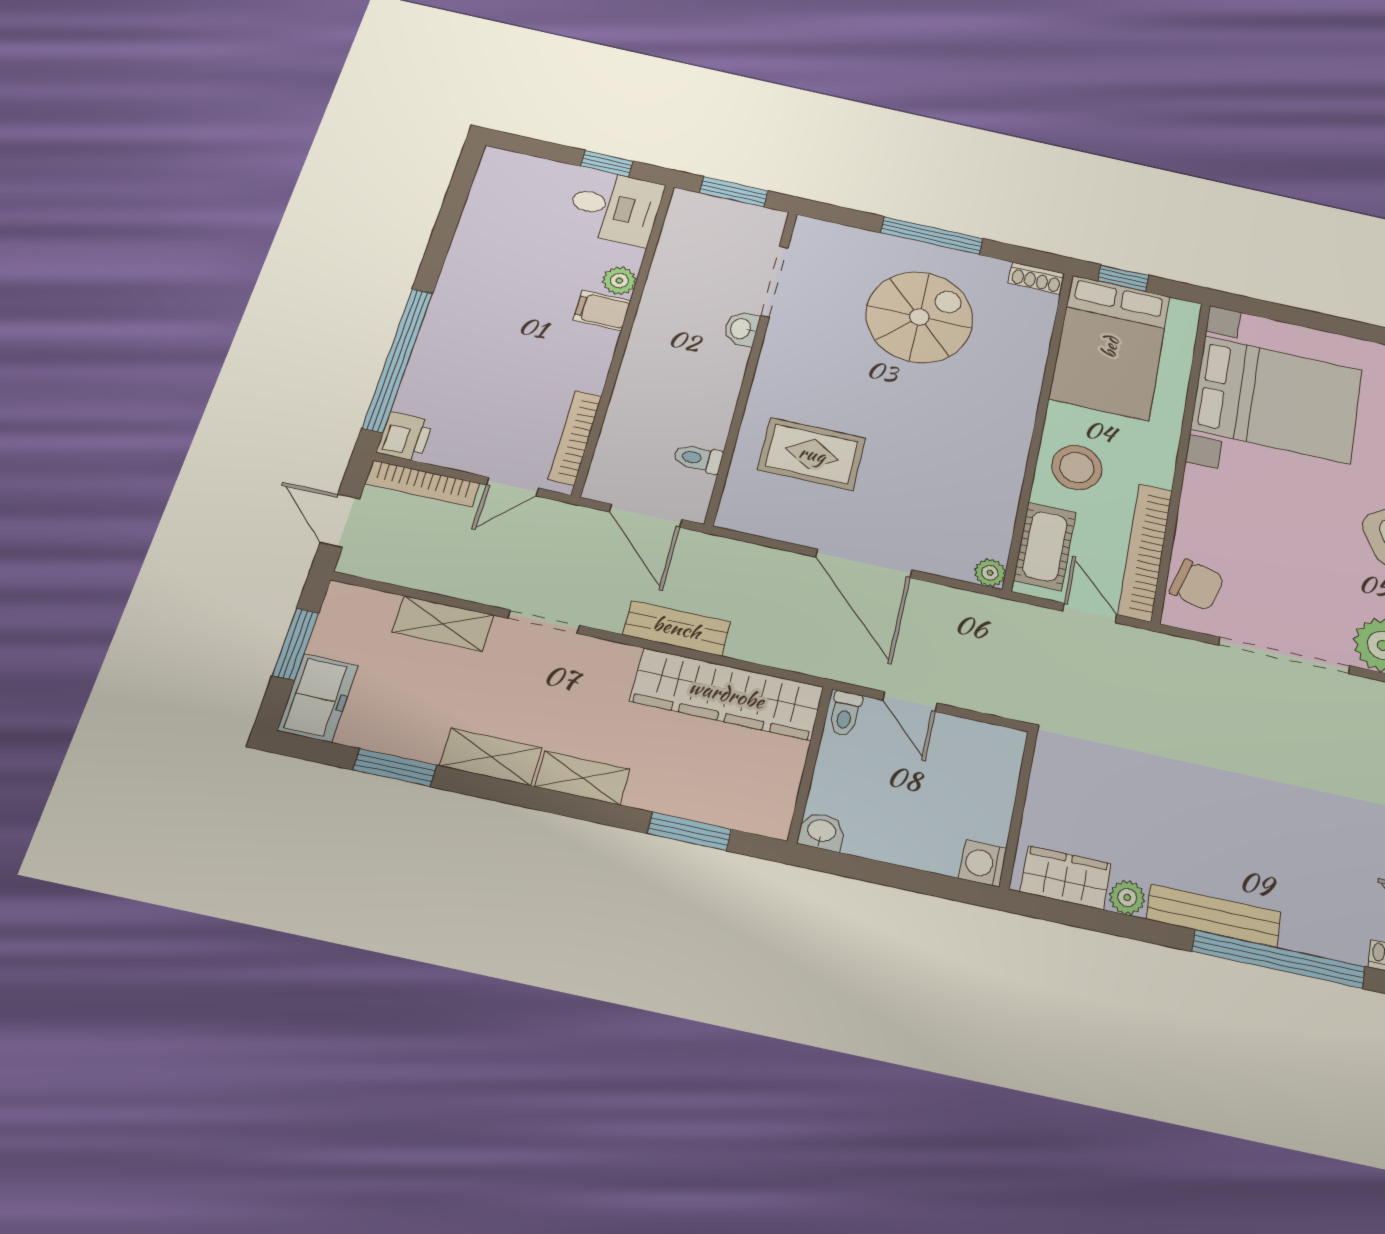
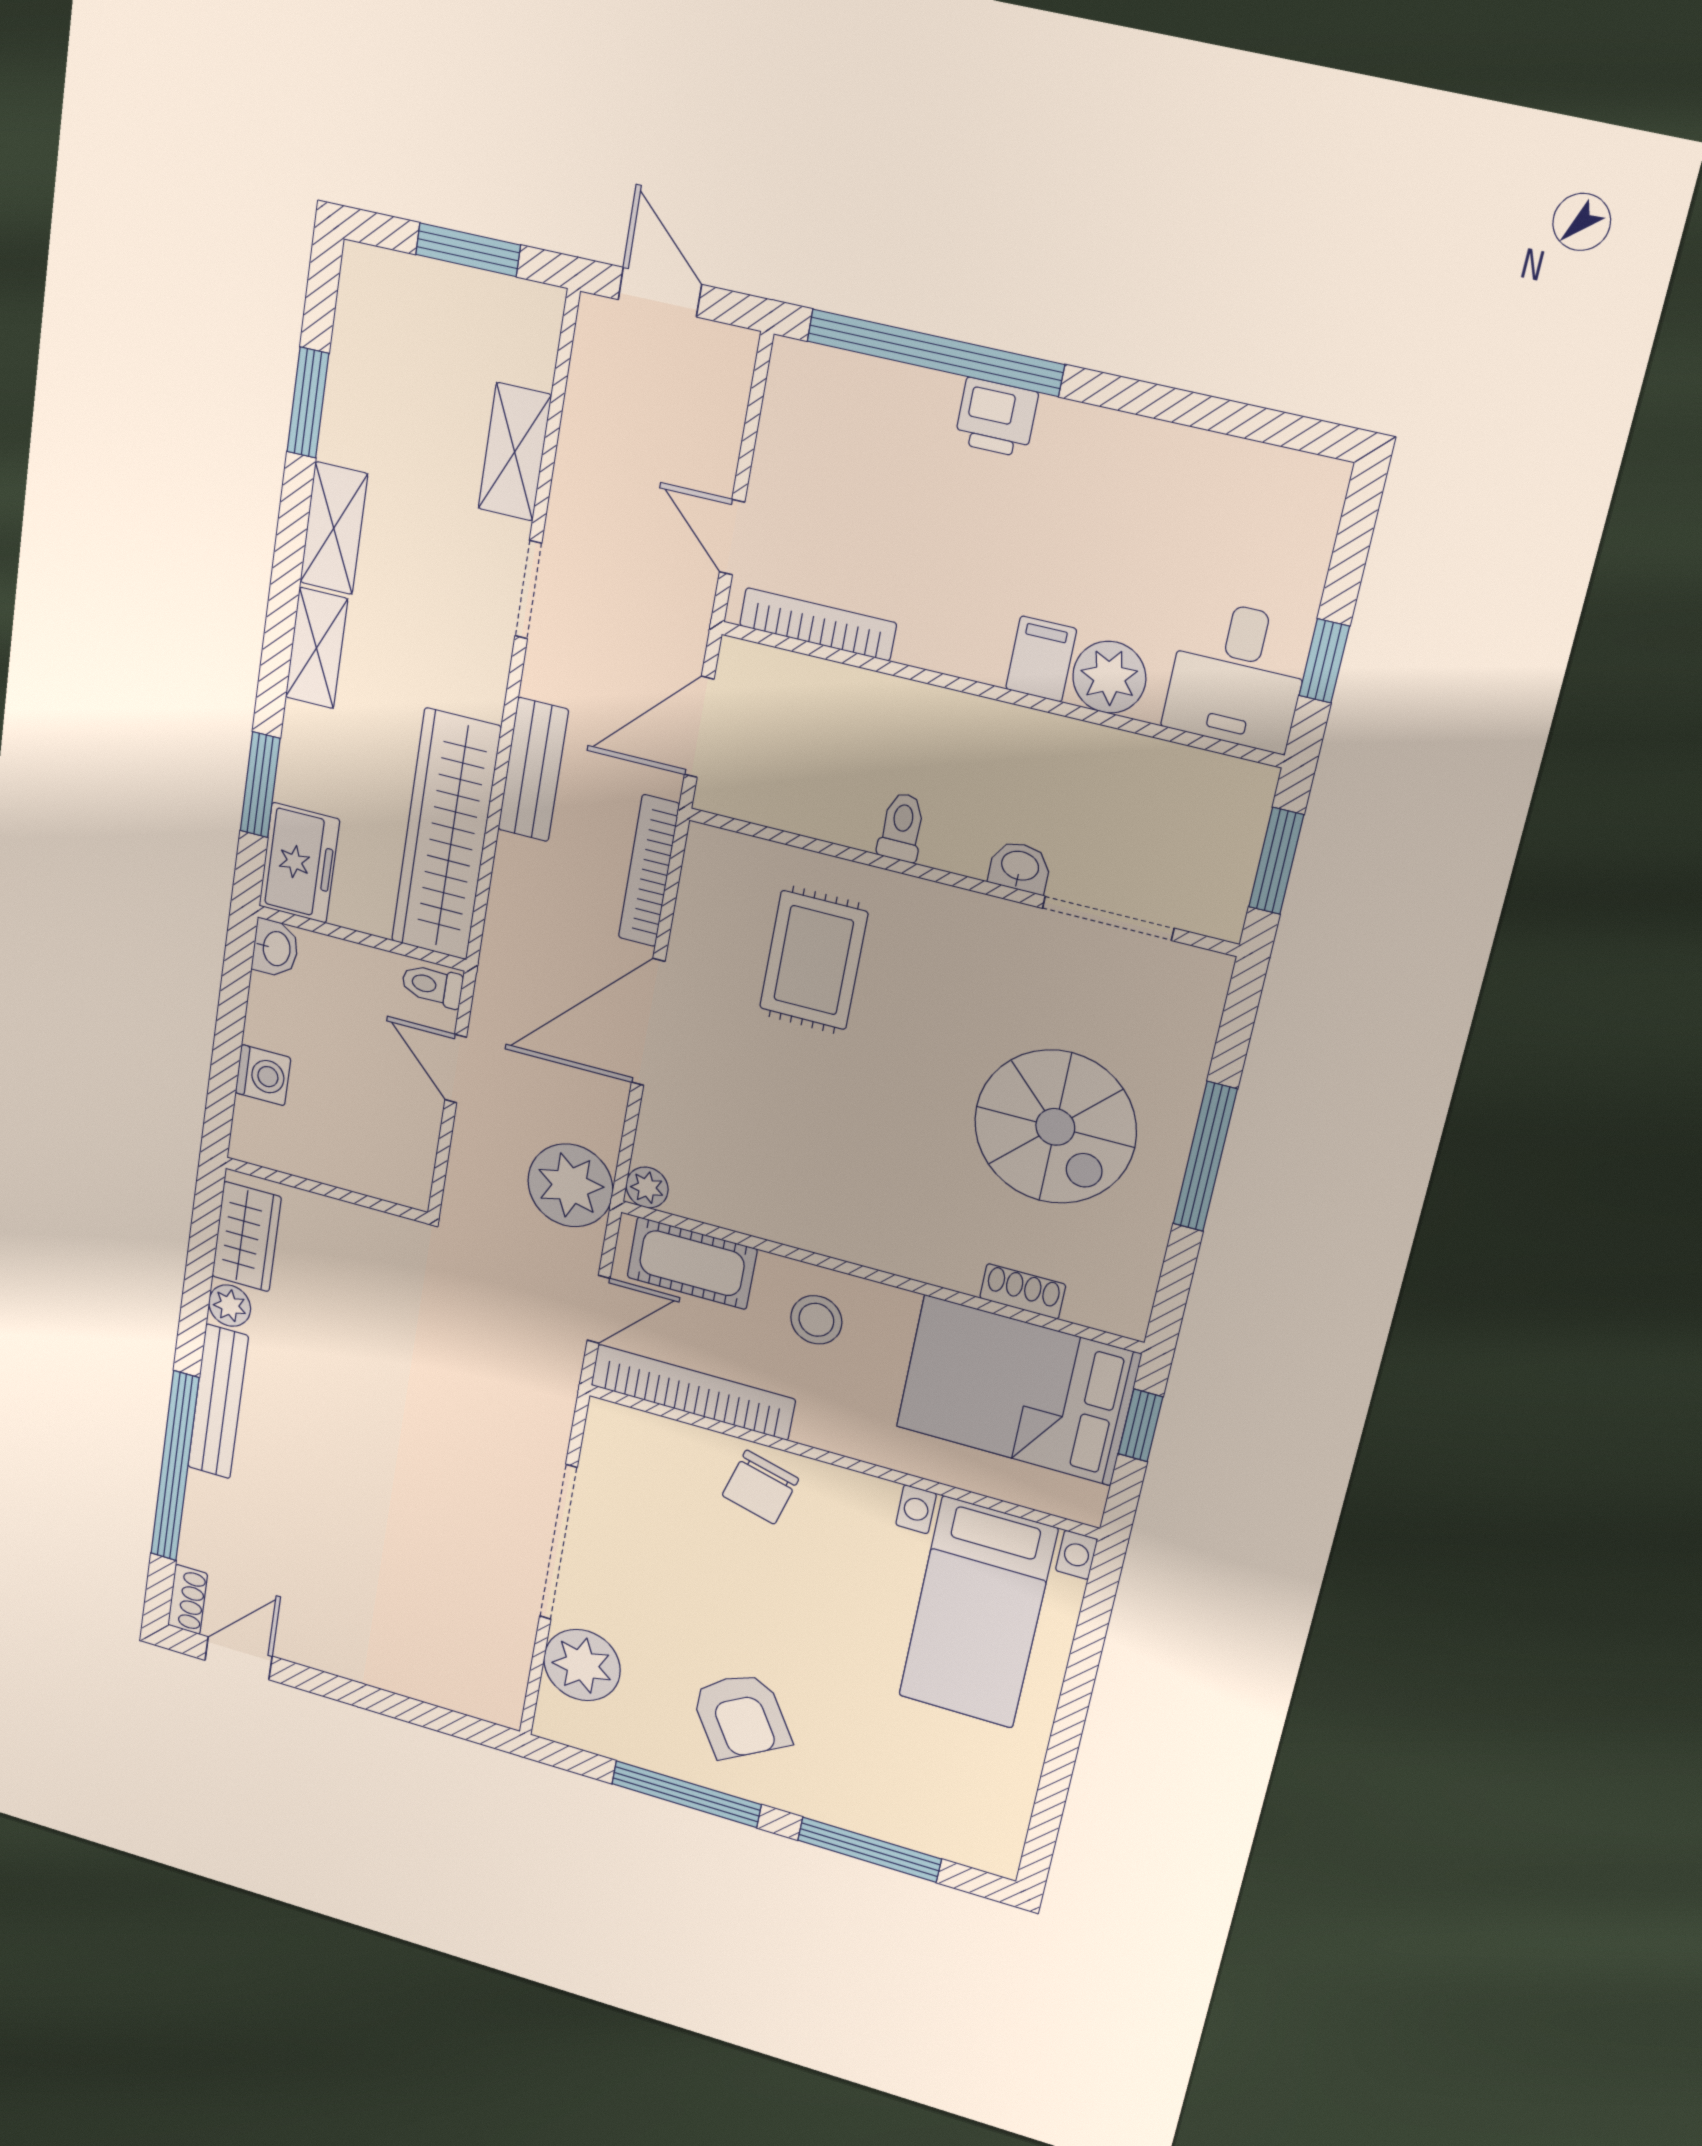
shoe rack: (1036, 278) -> (1023, 1291), moved, turned 90
plant: (619, 281) -> (1109, 677), width x1.38, depth x1.38
bed with nightstands: (1277, 400) -> (978, 1613), width x0.73
printer: (405, 437) -> (996, 418), moved
toilet: (698, 459) -> (902, 827), moved
stool: (1077, 467) -> (816, 1320), width x0.73, depth x0.73
bookcase: (422, 483) -> (649, 871), moved
door: (340, 521) -> (660, 292), hinge flipped
chair: (1197, 585) -> (760, 1487), moved
plant: (994, 626) -> (570, 1185), added
freezer: (318, 698) -> (299, 863), moved, turned -90
door: (910, 702) -> (456, 1069), hinge flipped
washing machine: (983, 863) -> (263, 1075), moved, turned 90

